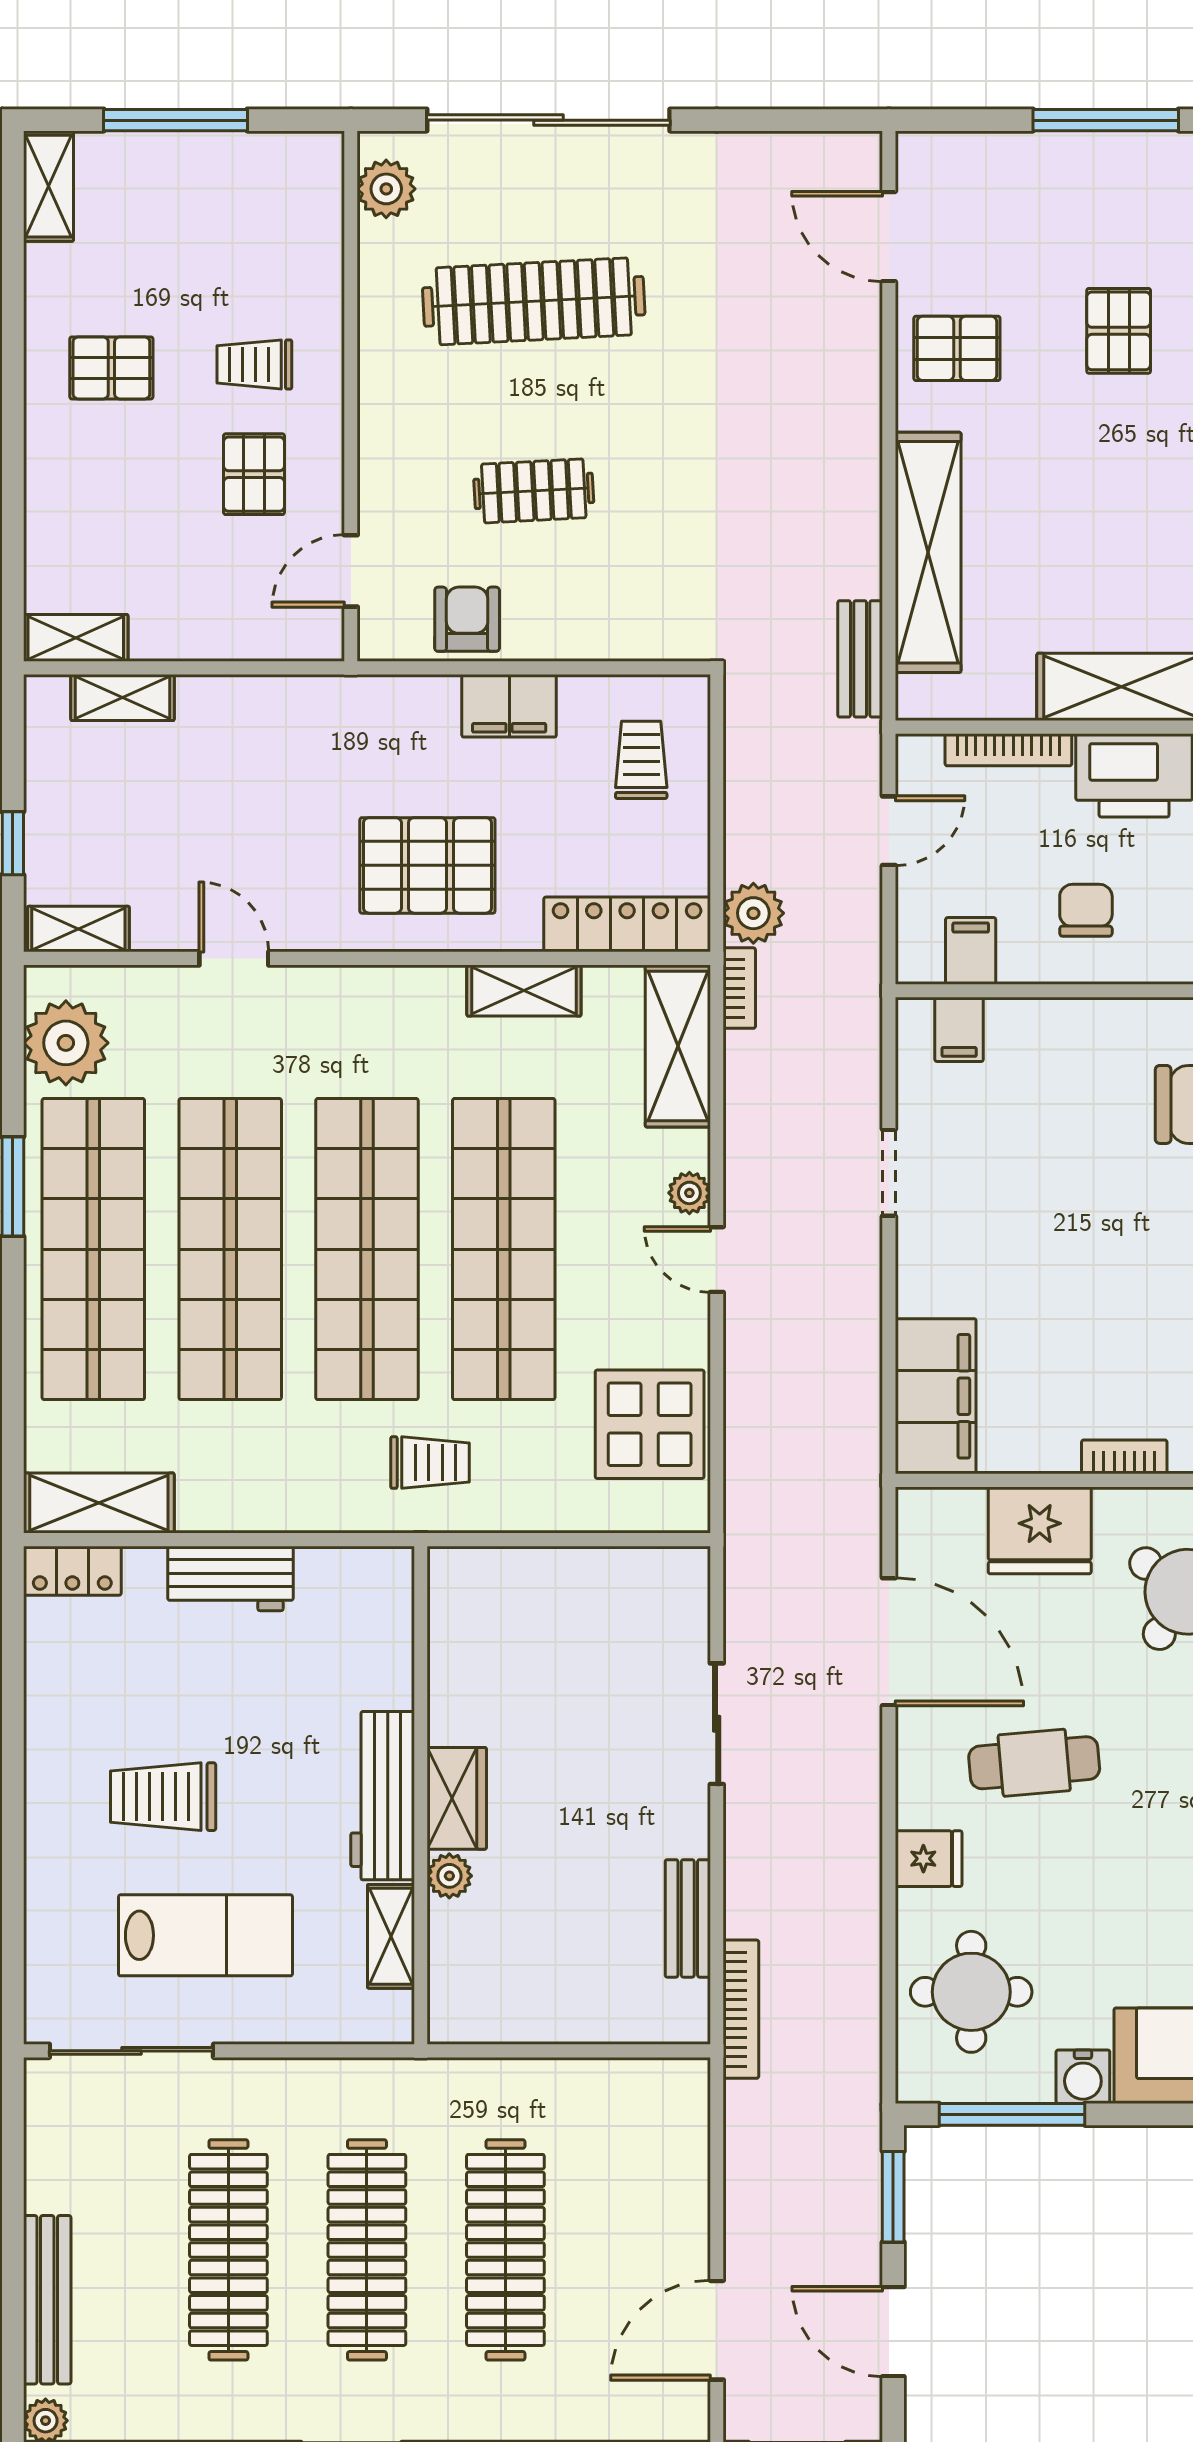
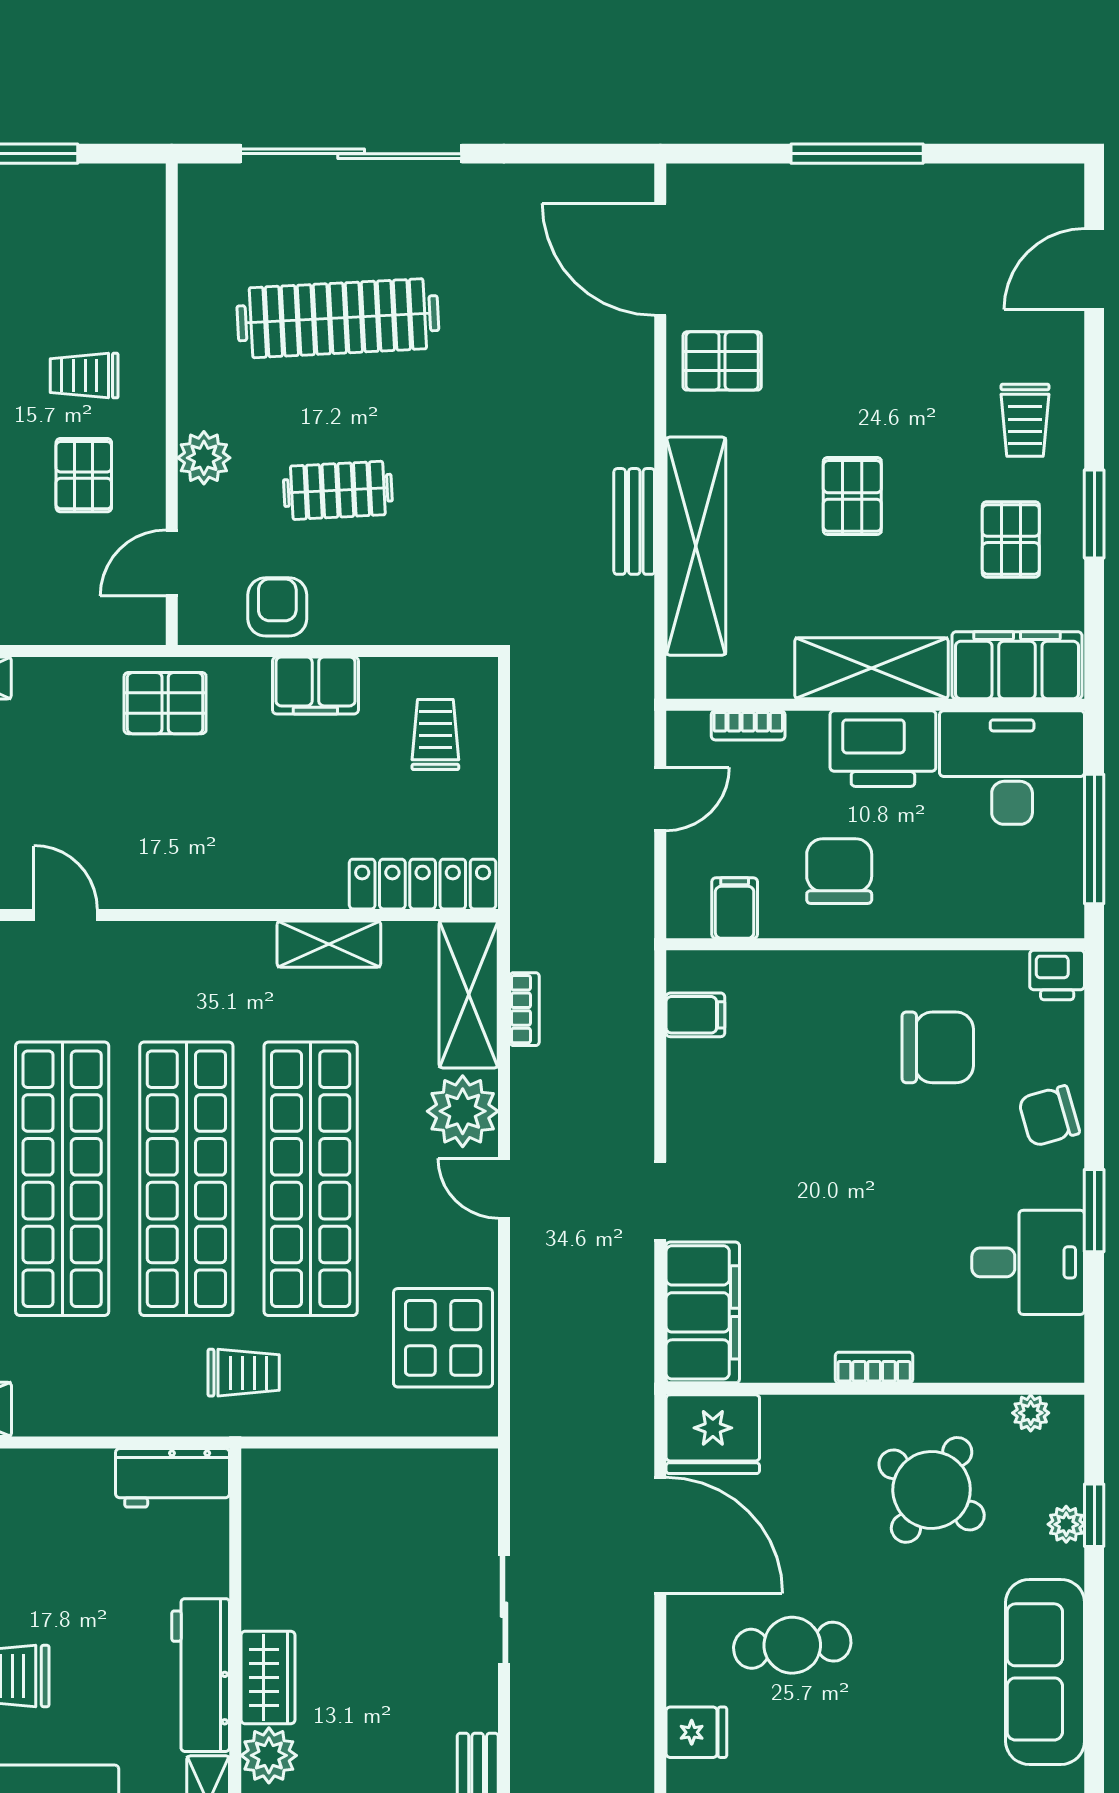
plant: (386, 189) -> (204, 458), moved
door: (889, 237) -> (660, 259), width x1.36
pallet: (1119, 331) -> (852, 496), moved
bench: (860, 659) -> (634, 521), moved
bookcase: (1008, 750) -> (748, 725), width x0.64
pallet: (427, 865) -> (165, 703), moved, width x0.67, depth x0.71
chair: (1086, 910) -> (839, 871), width x1.37, depth x1.37
plant: (753, 913) -> (537, 874), removed
bookcase: (739, 988) -> (524, 1009), moved
filing cabinet: (959, 1029) -> (695, 1015), moved, turned -90
doorway: (889, 1173) -> (660, 1201), moved
plant: (689, 1193) -> (463, 1111), width x1.88, depth x1.88
fridge: (1040, 1530) -> (713, 1434), moved
workbench: (230, 1578) -> (173, 1478), moved
plant: (449, 1876) -> (269, 1755), width x1.38, depth x1.38

